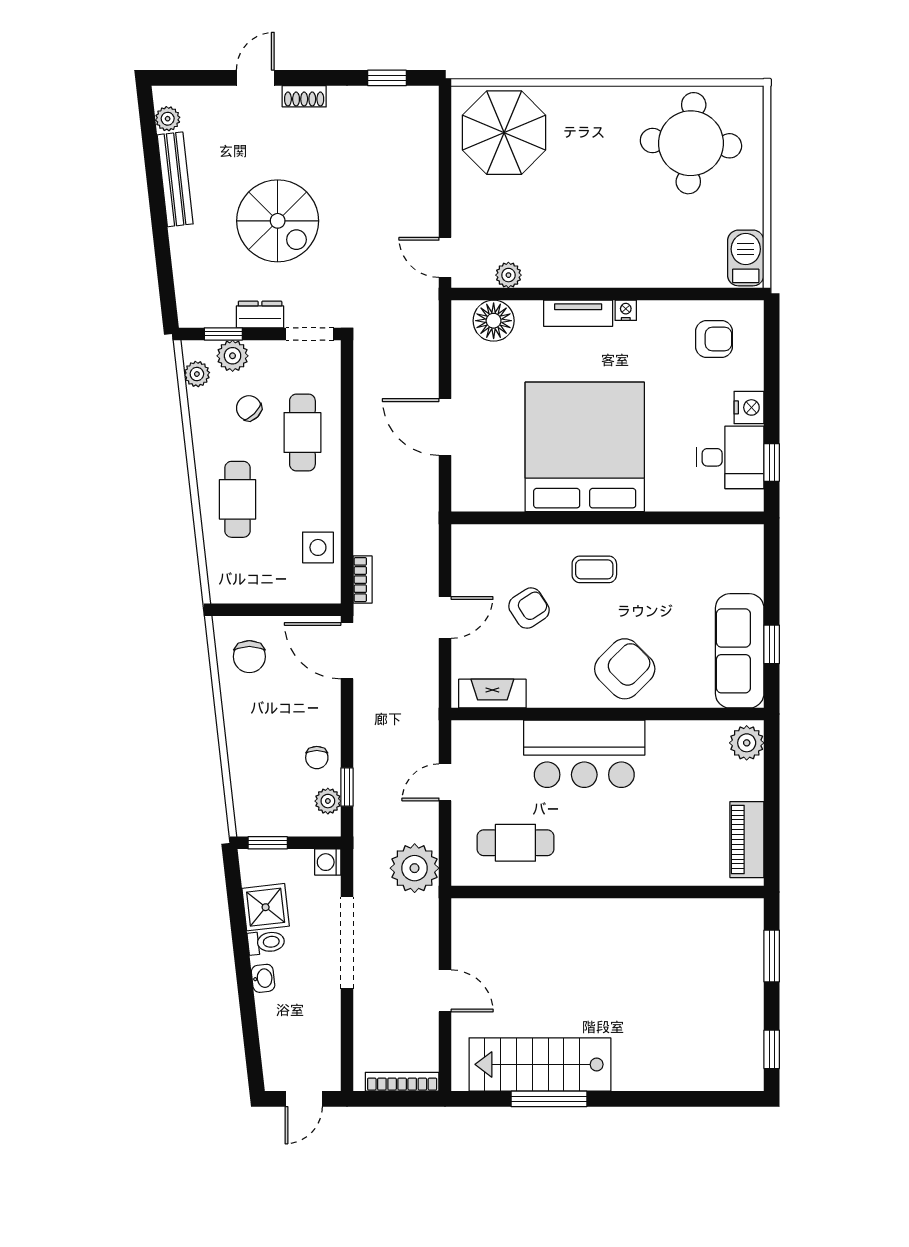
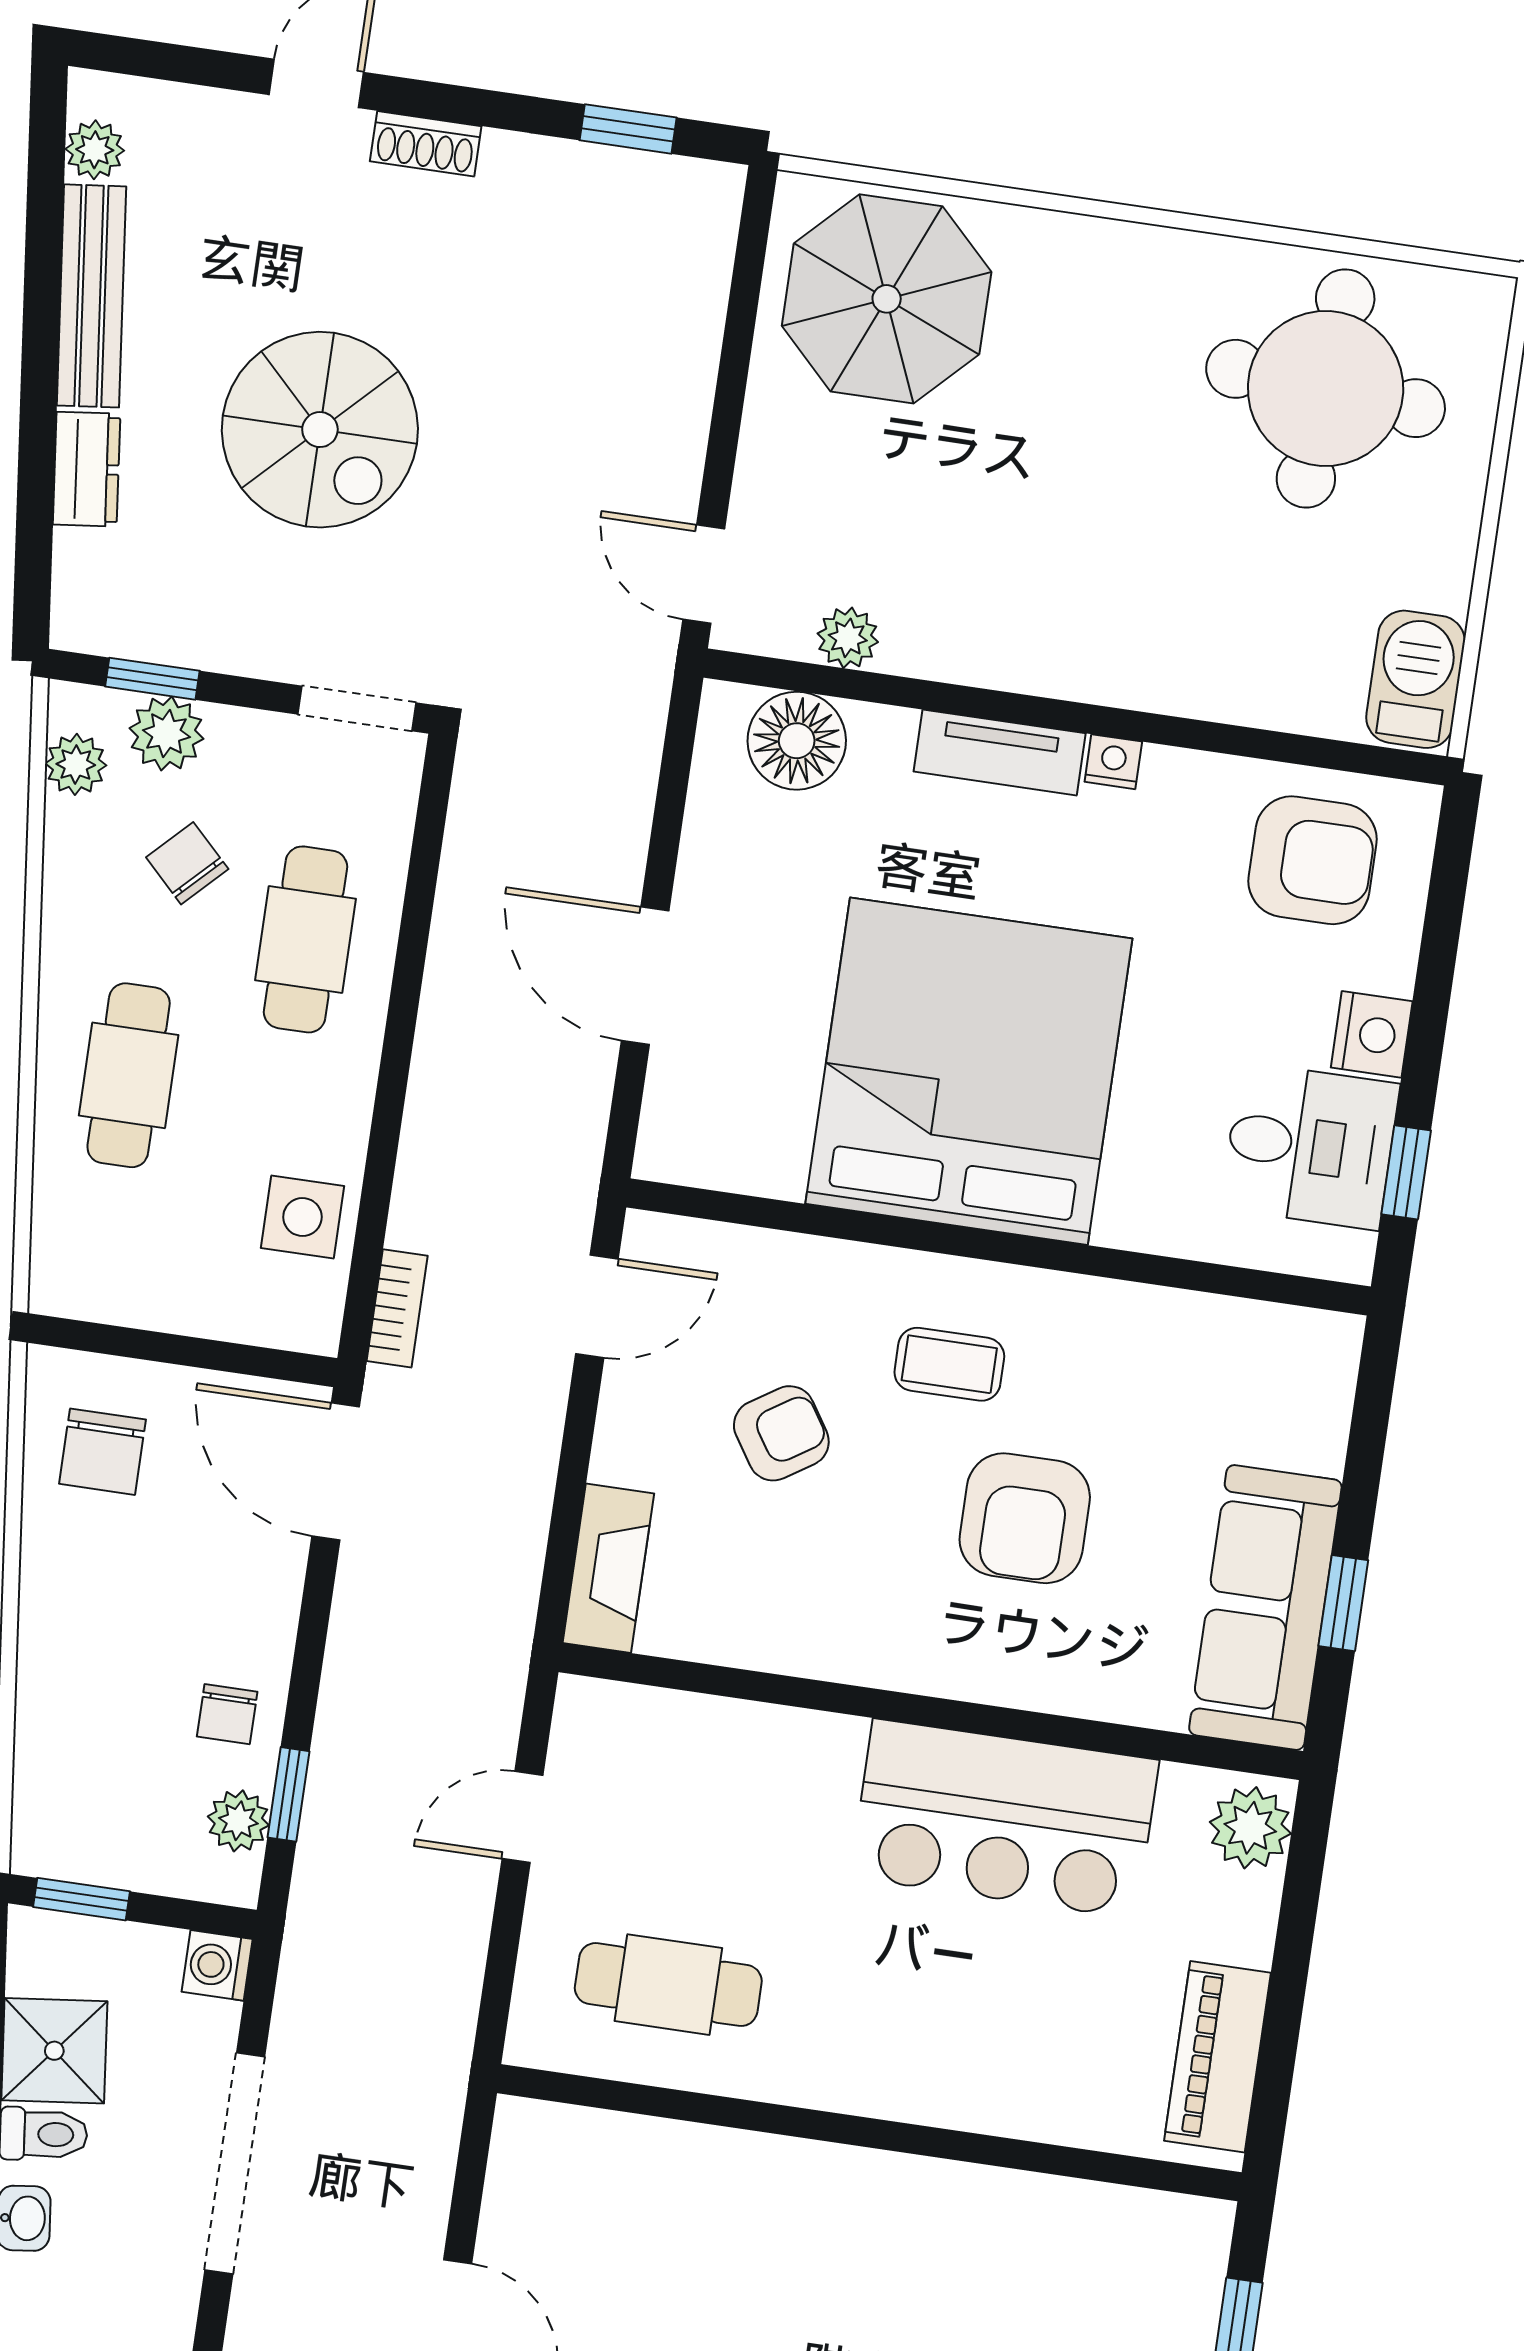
dresser: (260, 314) -> (87, 469), moved, turned 84
armchair: (714, 339) -> (1312, 860), width x1.38, depth x1.38
door: (445, 617) -> (597, 1306), moved
armchair: (625, 669) -> (1025, 1518), moved, turned 135
fireplace: (492, 694) -> (608, 1568), moved, turned 90
bar counter: (584, 754) -> (1005, 1819), moved
plant: (415, 868) -> (420, 2010), removed

